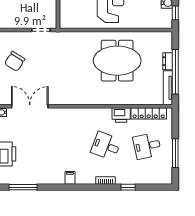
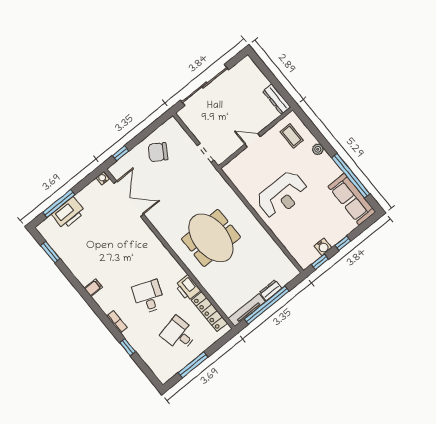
meeting table: (117, 61) -> (211, 238), moved
window: (23, 187) -> (50, 252), width x0.69

